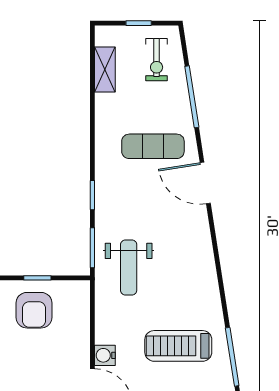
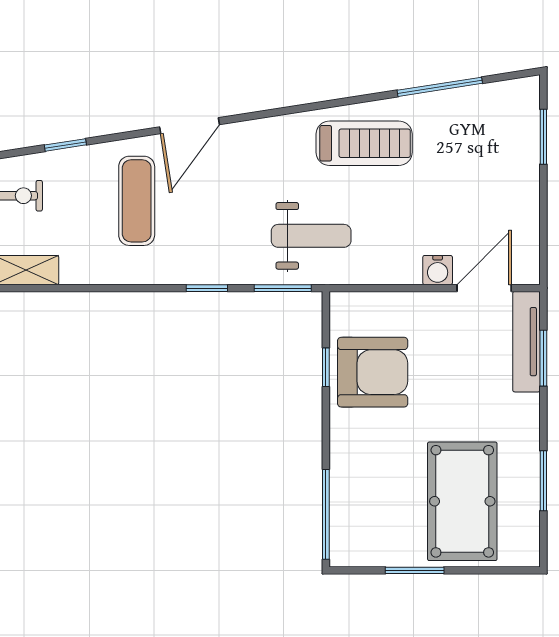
window: (192, 97) -> (65, 145), width x0.46
armchair: (34, 310) -> (373, 372), width x1.36, depth x1.36
treadmill: (178, 346) -> (364, 143), moved, turned -90

